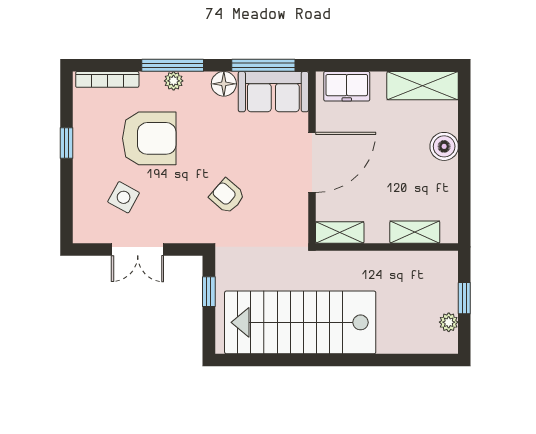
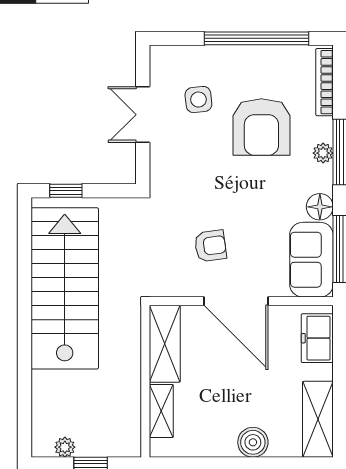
window: (66, 143) -> (256, 38), width x3.17
armchair: (227, 196) -> (210, 246), moved, turned 41
side table: (124, 197) -> (198, 100), turned -35
shelving: (340, 232) -> (165, 344), width x1.50, depth x1.33
window: (209, 292) -> (66, 191), moved

